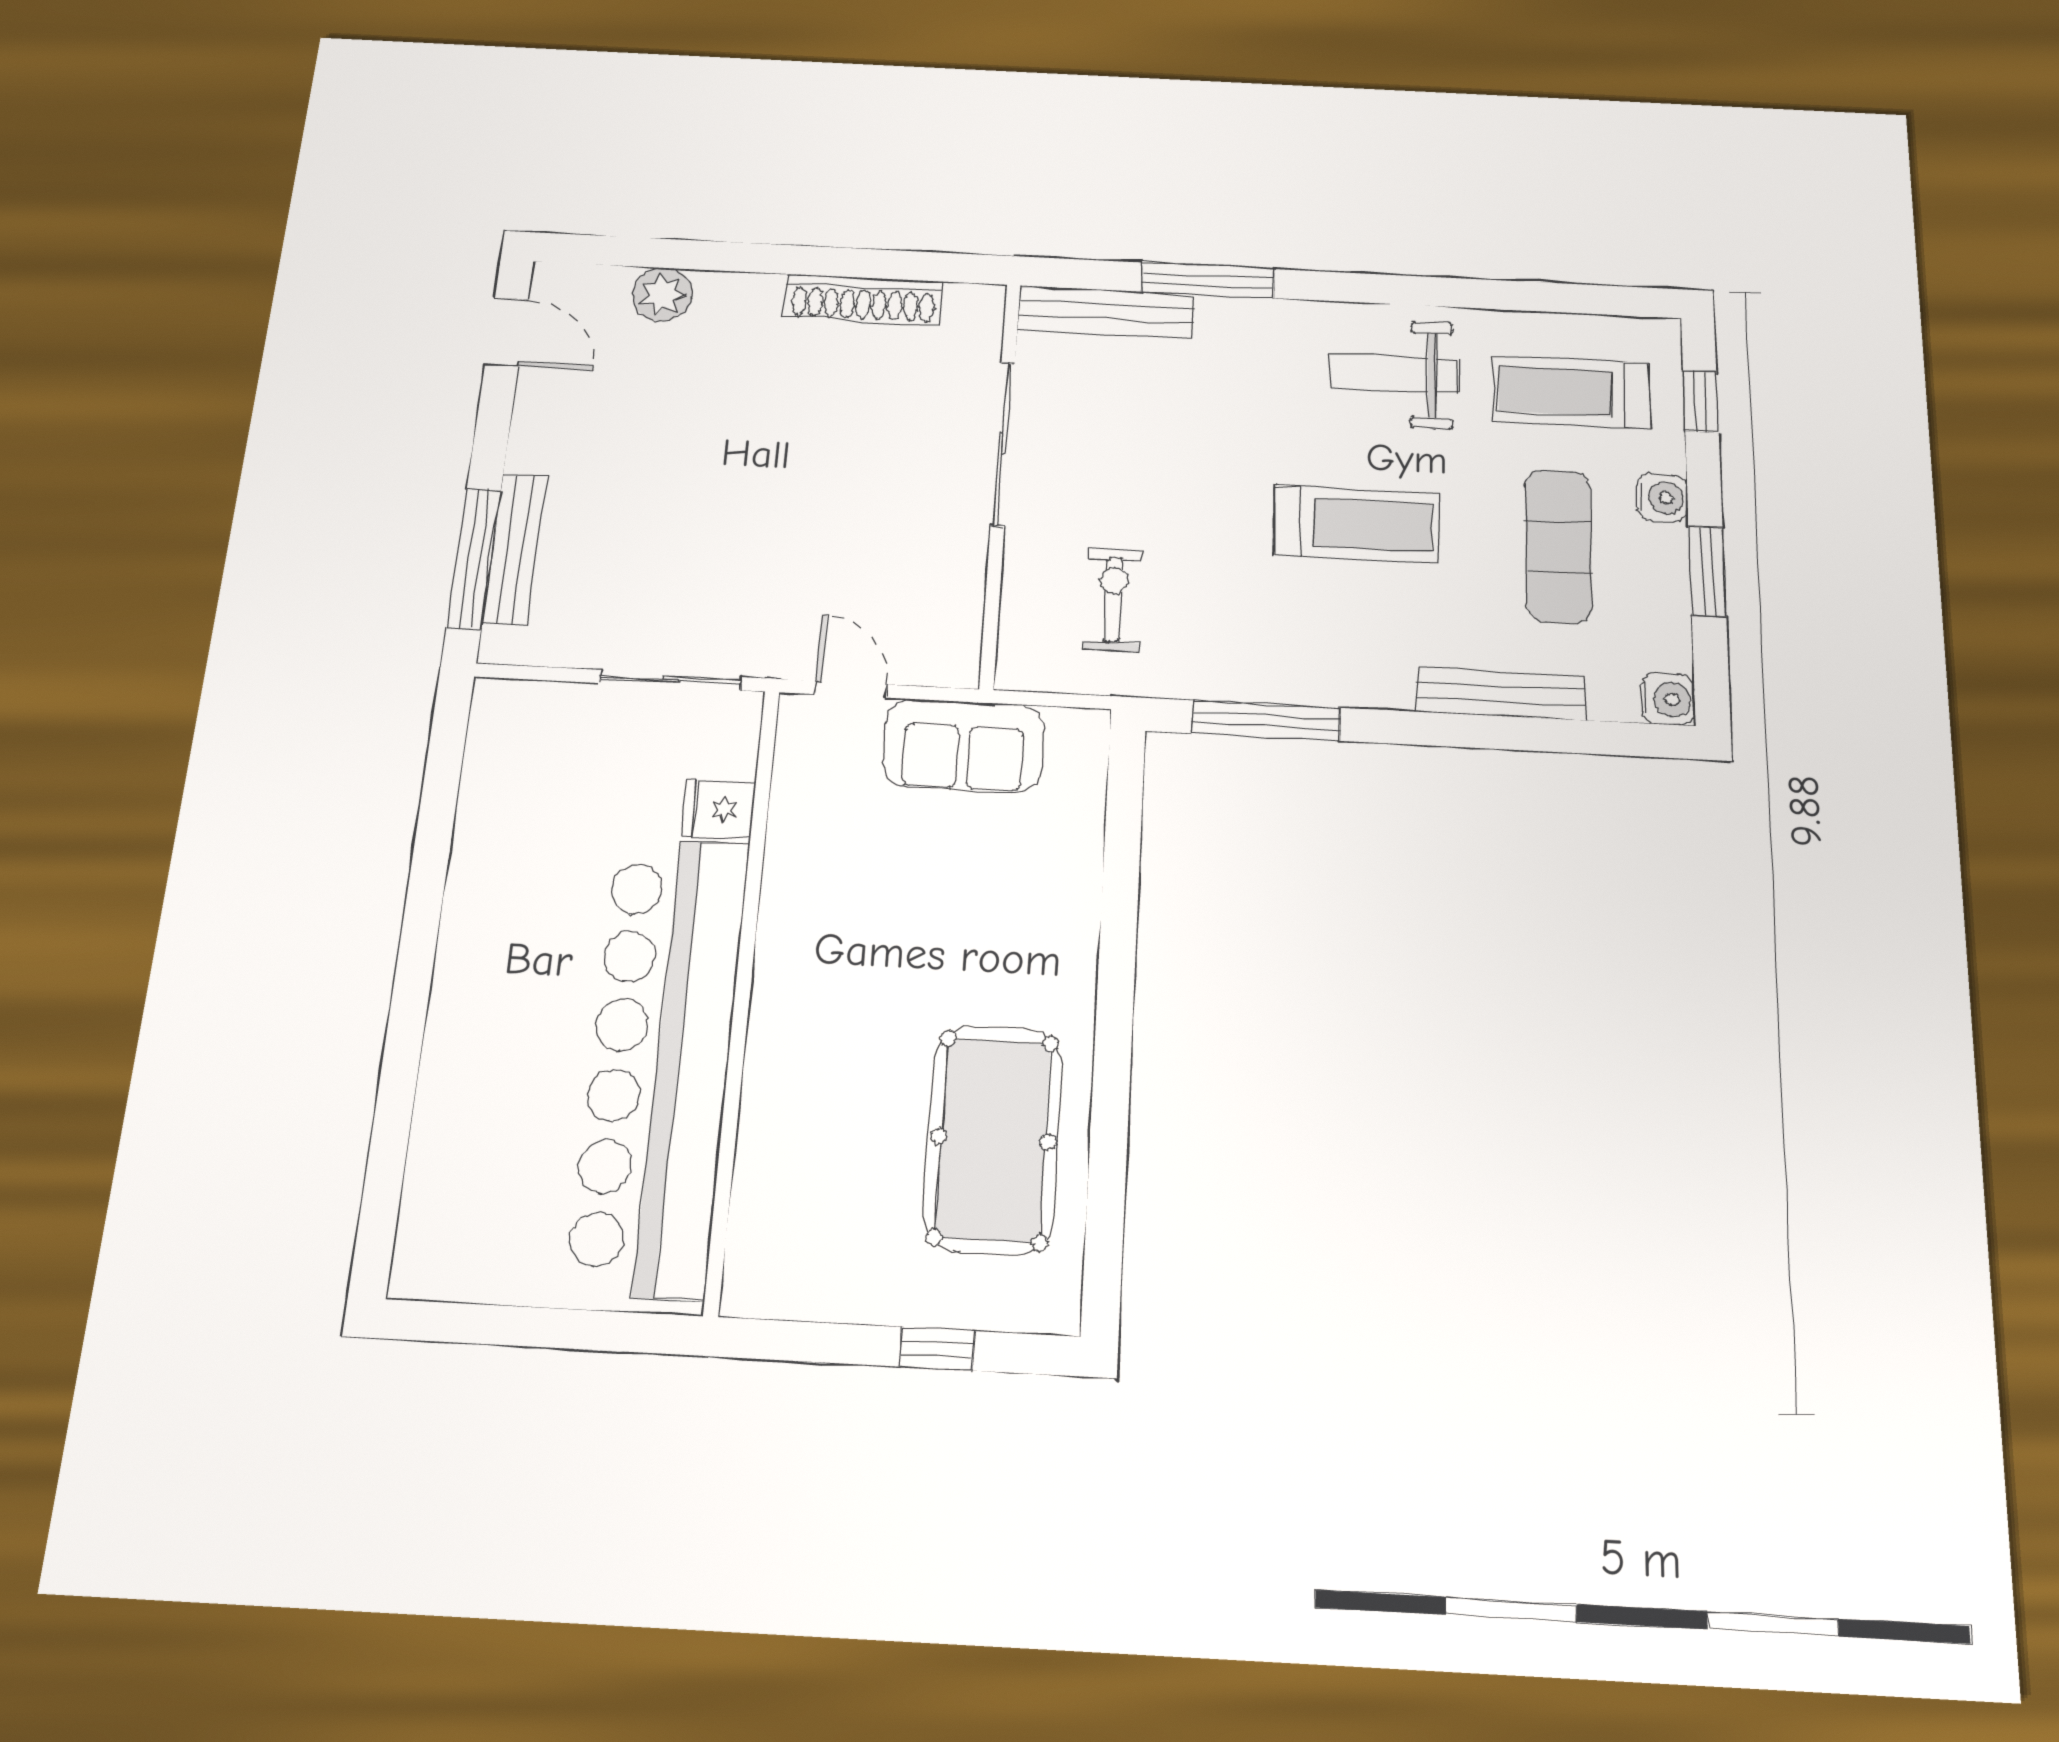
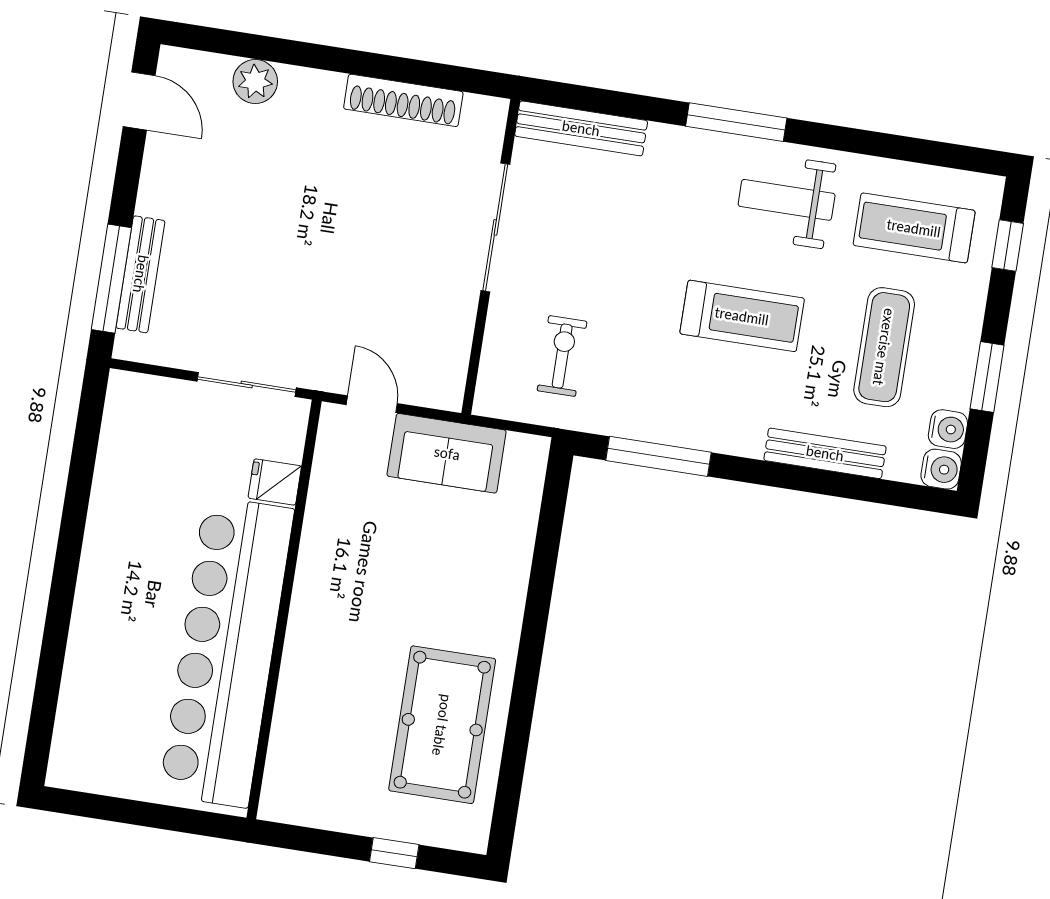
window: (1208, 280) -> (736, 122), moved
water cooler: (1662, 498) -> (948, 429), moved

